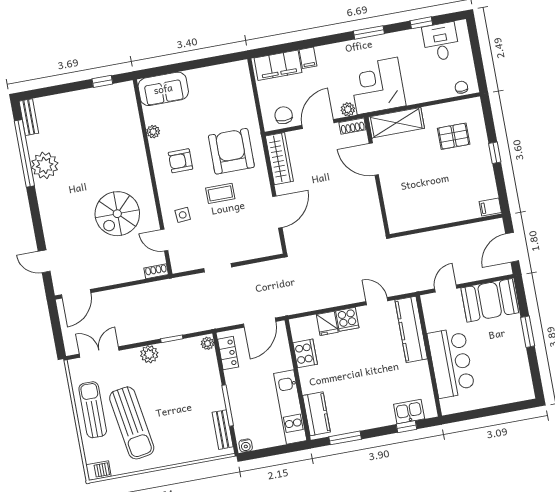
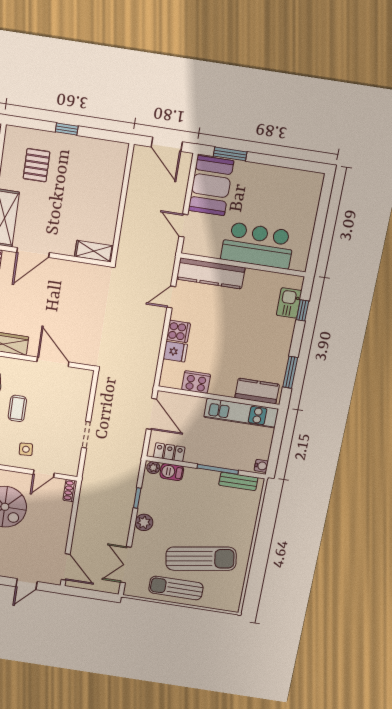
filing cabinet: (490, 207) -> (119, 153), removed
shelving: (394, 215) -> (94, 251), added
window: (528, 332) -> (230, 154), moved
barbecue: (98, 471) -> (172, 472), moved, turned -90

